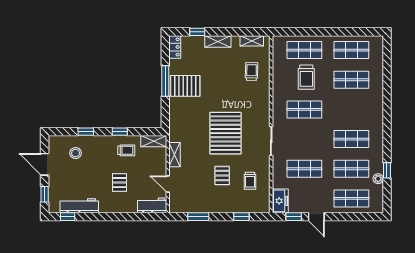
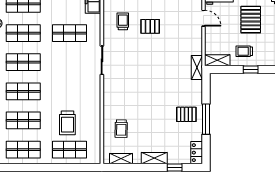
trolley: (306, 77) -> (67, 123), turned 180
pallet: (185, 86) -> (186, 114), width x0.67, depth x0.71
shop shelf: (304, 109) -> (23, 91), moved
pallet: (226, 133) -> (147, 68), removed
shelving: (175, 155) -> (197, 67), moved
pallet: (222, 176) -> (150, 26), turned 90
pallet: (120, 183) -> (251, 20), width x1.50, depth x1.42

